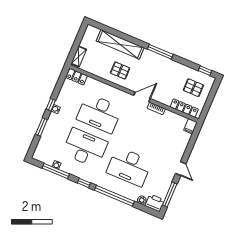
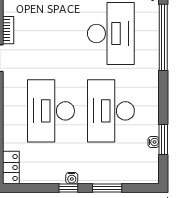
desk: (99, 113) -> (51, 111), turned 180
window: (56, 171) -> (163, 139), width x0.69
window: (84, 183) -> (163, 90), removed

